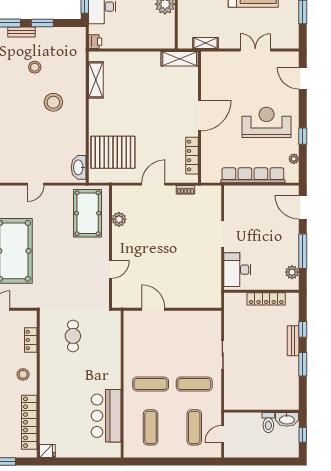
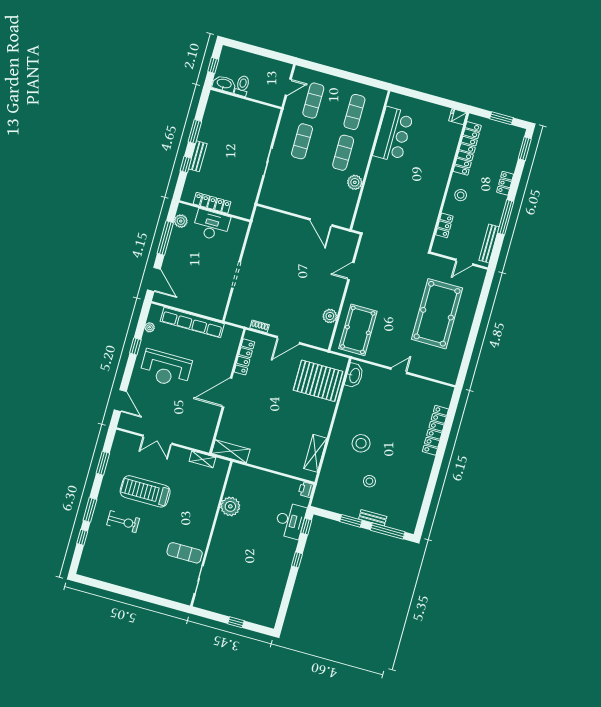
desk: (237, 270) -> (211, 225), moved, turned -90
cafe table: (73, 336) -> (404, 218), removed
plant: (131, 358) -> (355, 182), added
exercise mat: (151, 384) -> (343, 153), turned 90
exercise mat: (194, 384) -> (302, 141), turned 90

